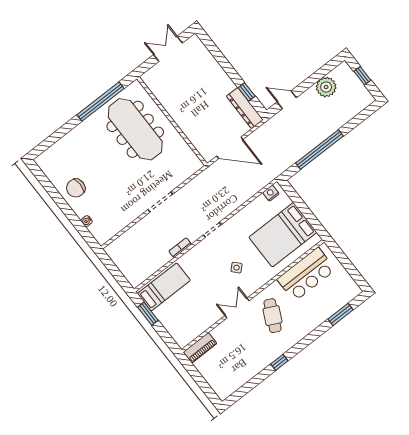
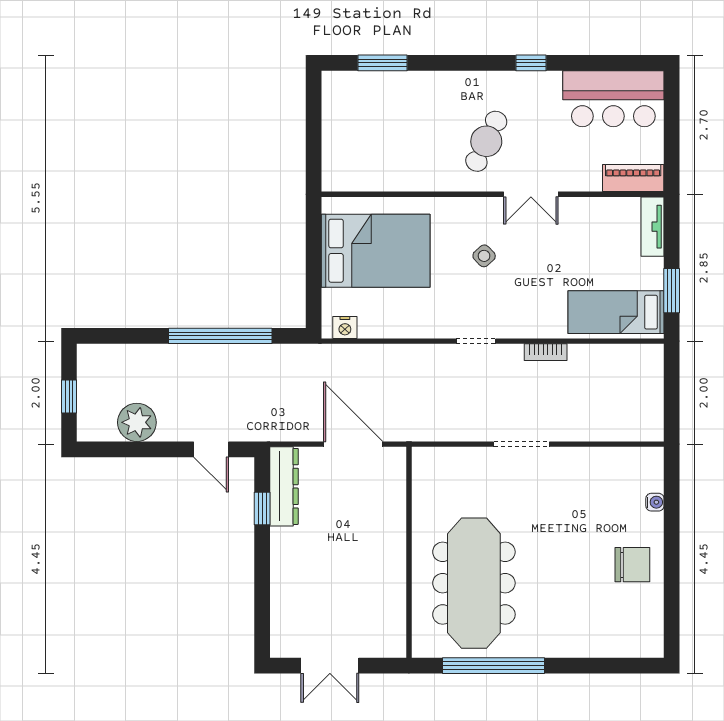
bar counter: (306, 274) -> (613, 99), moved, turned 180
tv unit: (176, 334) -> (653, 227), added

